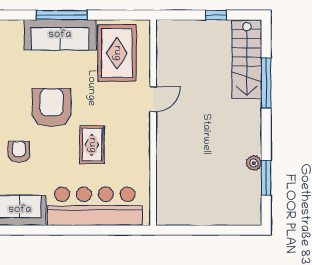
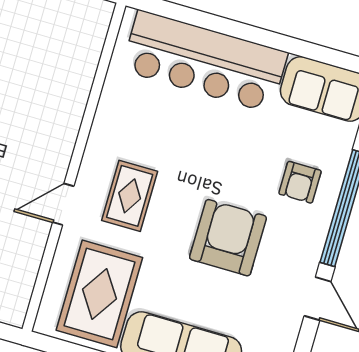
armchair: (52, 107) -> (228, 238), turned 180
rug: (92, 145) -> (130, 196), moved

